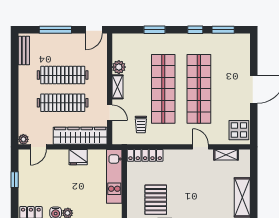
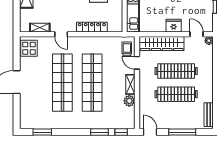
door: (94, 30) -> (150, 132), hinge flipped
window: (195, 30) -> (121, 132), moved
trolley: (141, 125) -> (127, 49), moved
door: (38, 147) -> (197, 34), hinge flipped
locker: (145, 155) -> (92, 27), moved
fridge: (78, 157) -> (174, 26), moved

